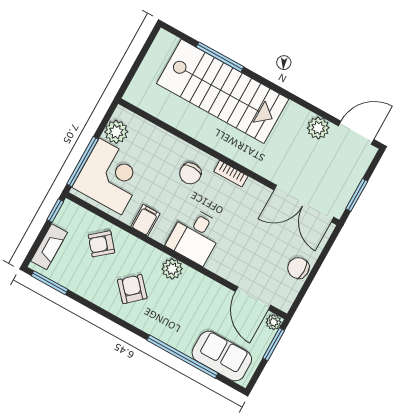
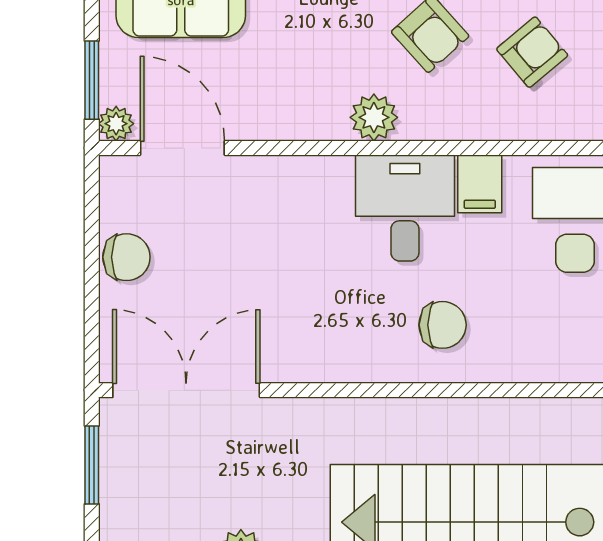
chair: (190, 173) -> (443, 325), turned 90
bookcase: (231, 174) -> (363, 369), removed
desk: (195, 236) -> (405, 208), moved
armchair: (101, 244) -> (532, 52), moved

